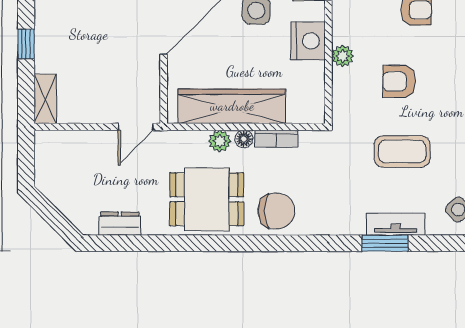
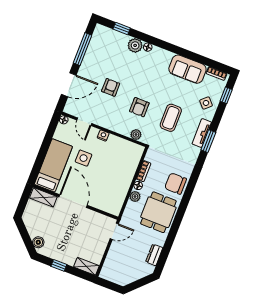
nightstand: (308, 41) -> (103, 135), width x0.53, depth x0.56
plant: (343, 56) -> (136, 135), moved
wardrobe: (232, 106) -> (122, 185), removed
door: (136, 127) -> (114, 231), hinge flipped
chair: (276, 211) -> (176, 184), turned -90

